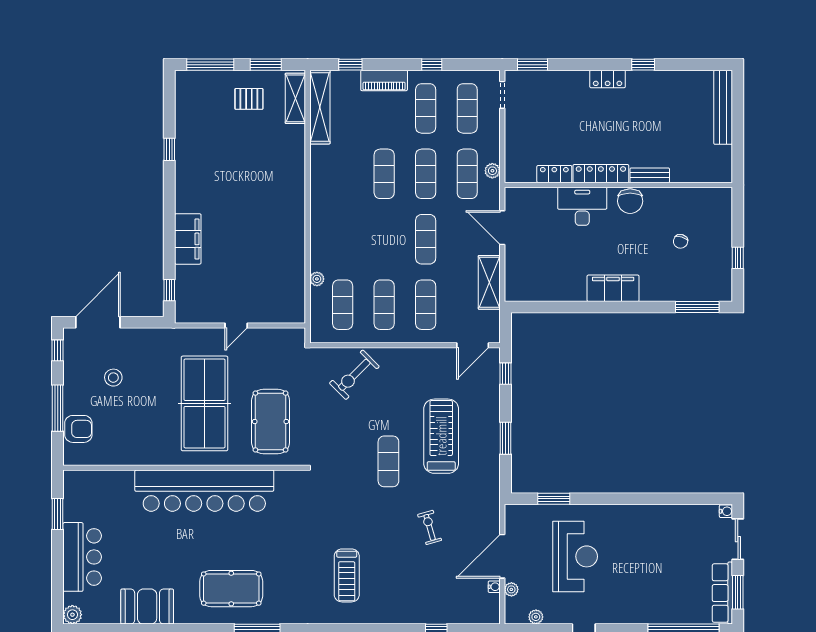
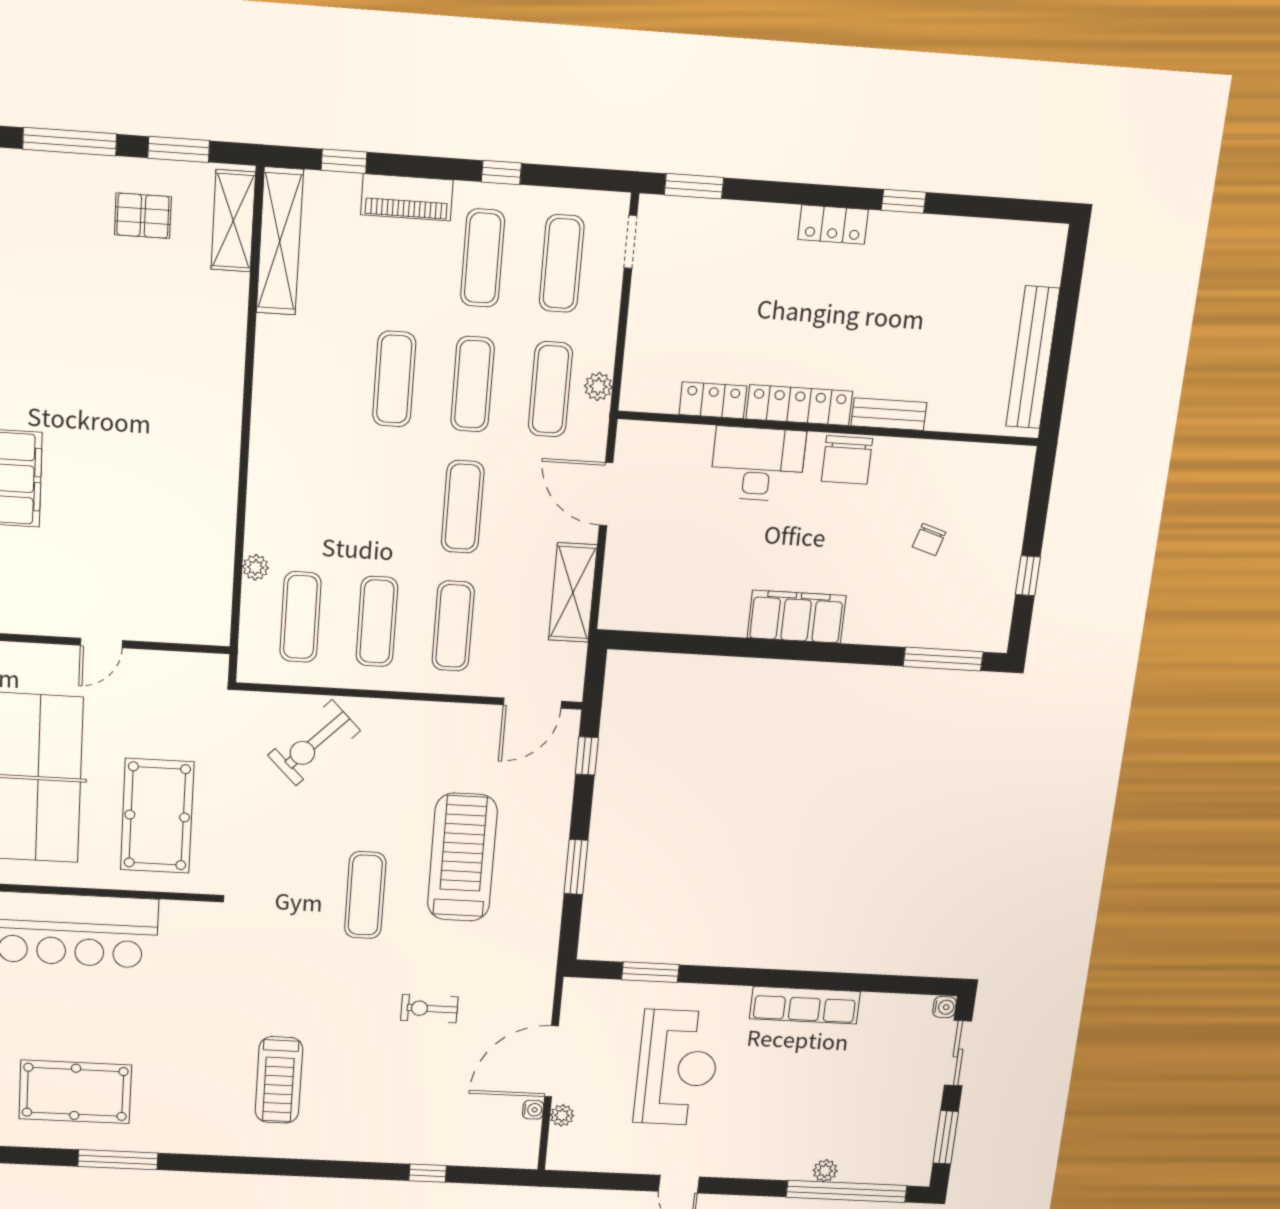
bench: (723, 107) -> (1033, 358), moved
exercise bike: (430, 527) -> (429, 1009), turned -74
row of seats: (722, 593) -> (805, 1005), moved, turned -90
plant: (536, 617) -> (825, 1171), moved

